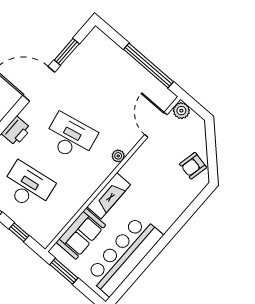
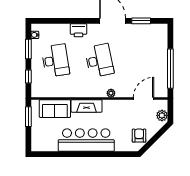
plant: (181, 111) -> (162, 115), moved
armchair: (193, 166) -> (139, 136), turned 78
bar counter: (124, 255) -> (86, 140), moved

